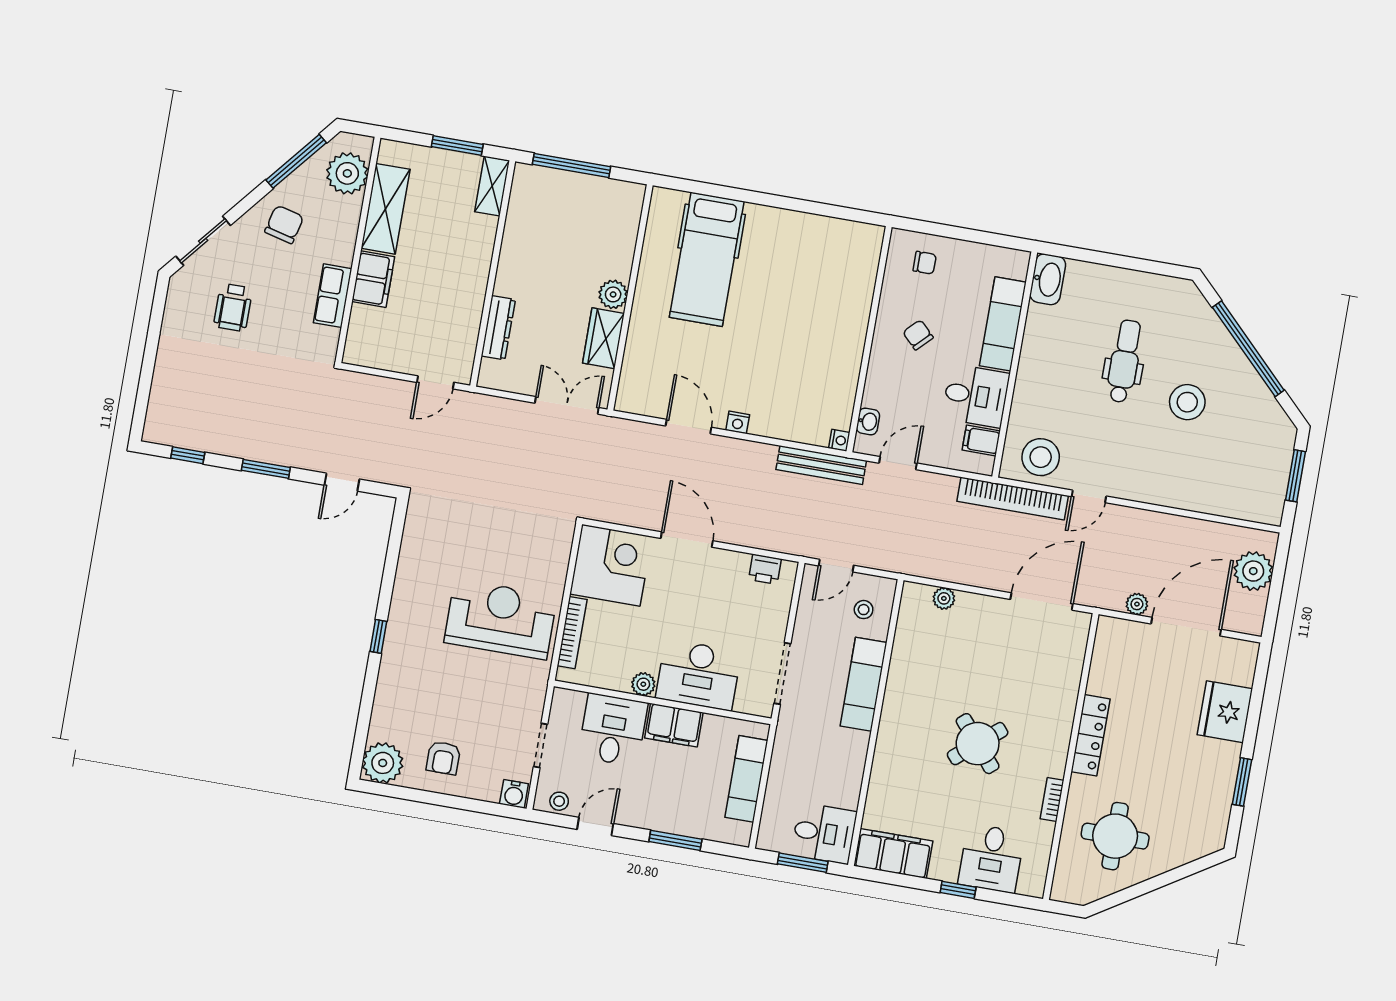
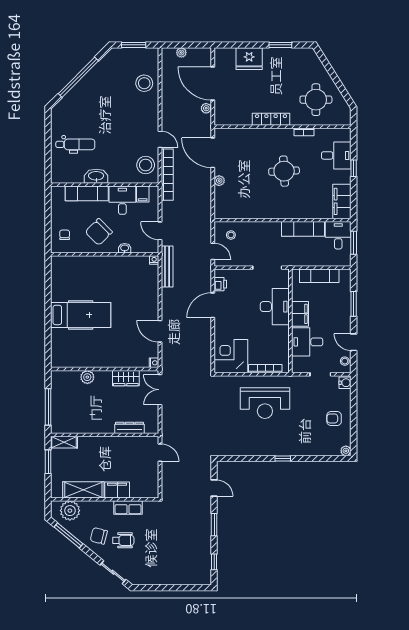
hospital bed: (707, 259) -> (81, 315), moved
washbasin: (1048, 279) -> (96, 176), moved
plant: (613, 294) -> (87, 377), moved
wheelchair: (233, 307) -> (123, 540), moved
chair: (918, 335) -> (99, 232), width x1.87, depth x1.87
dental chair: (1124, 361) -> (75, 144), moved, turned 180
stool: (1187, 402) -> (144, 83), moved
washbasin: (868, 421) -> (125, 248), moved
nightstand: (738, 422) -> (154, 363), moved
door: (689, 427) -> (160, 331), hinge flipped
door: (687, 540) -> (213, 305), moved
plant: (1253, 571) -> (181, 53), width x0.53, depth x0.53
plant: (944, 598) -> (219, 181), moved
reception desk: (501, 619) -> (265, 403), turned -90
plant: (643, 684) -> (284, 331), removed
exam couch: (864, 684) -> (303, 229), moved
round table: (978, 744) -> (284, 171), turned 37
armchair: (443, 758) -> (334, 418), turned 180
plant: (383, 763) -> (346, 451), width x0.53, depth x0.53

